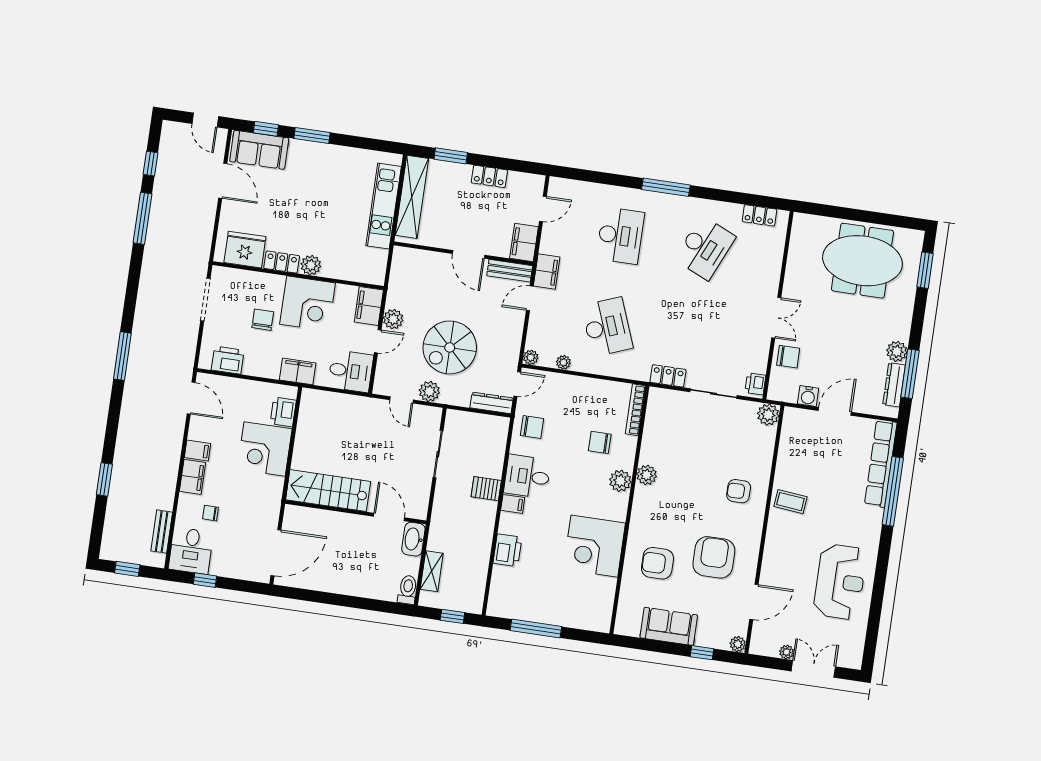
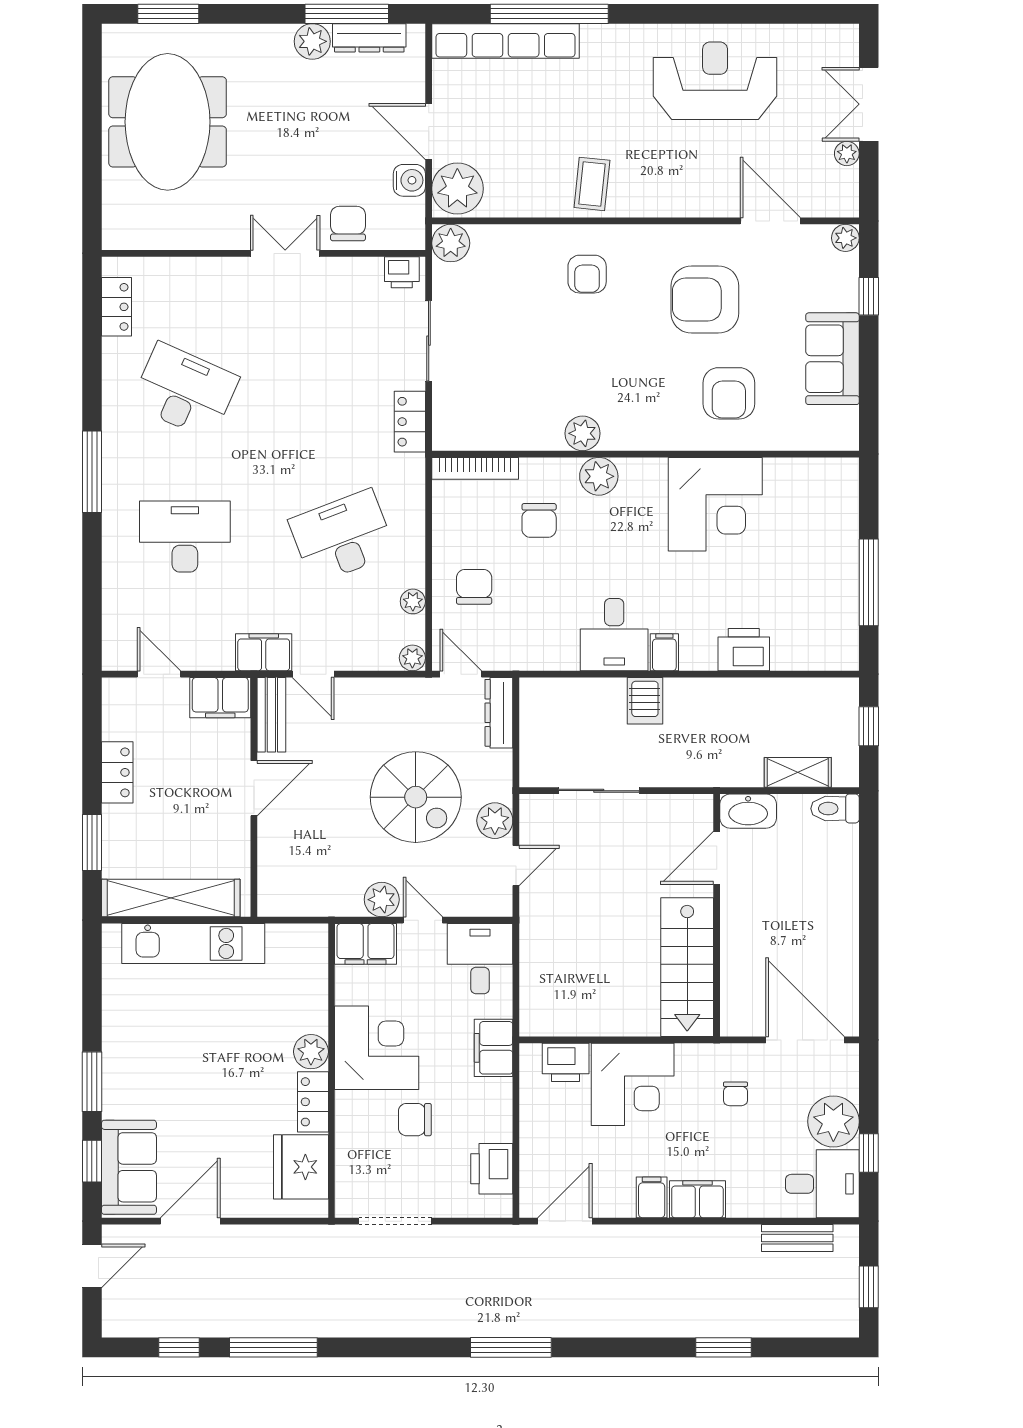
plant: (799, 423) -> (457, 189), added
chair: (532, 427) -> (474, 587), moved
chair: (211, 513) -> (735, 1094), moved
plant: (226, 562) -> (833, 1121), added

